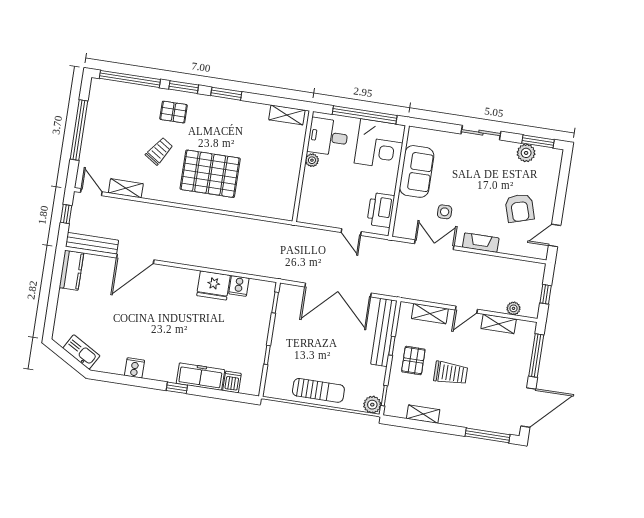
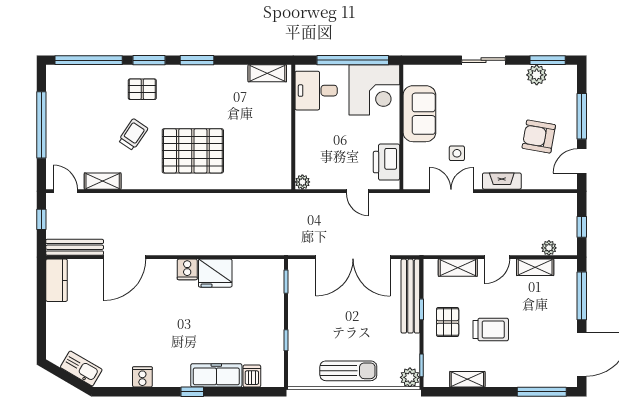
plant: (312, 160) -> (302, 182), moved
window: (561, 196) -> (582, 116), added
armchair: (520, 208) -> (539, 136), turned 117
cooker: (239, 286) -> (187, 269), moved

